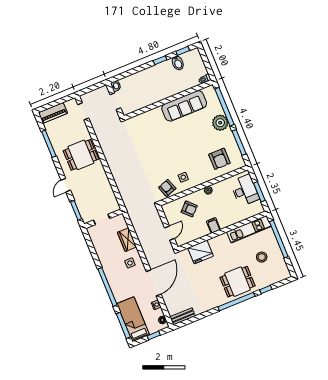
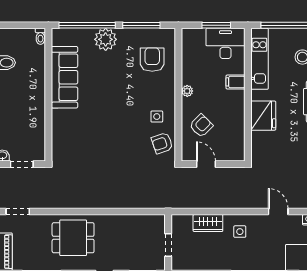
dining table: (81, 155) -> (73, 238), turned 90
armchair: (219, 159) -> (152, 60), turned -90
desk: (245, 190) -> (226, 43), moved
filing cabinet: (213, 225) -> (236, 82), moved
door: (169, 233) -> (206, 164), moved
fridge: (201, 252) -> (263, 116), moved
door: (154, 283) -> (278, 211), width x0.53

